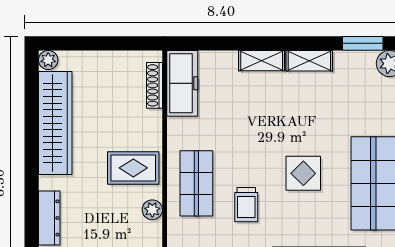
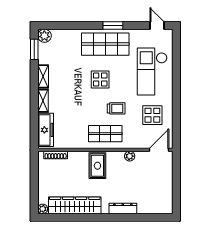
freezer: (182, 83) -> (46, 130), moved, turned 90
plant: (152, 210) -> (130, 156), moved

